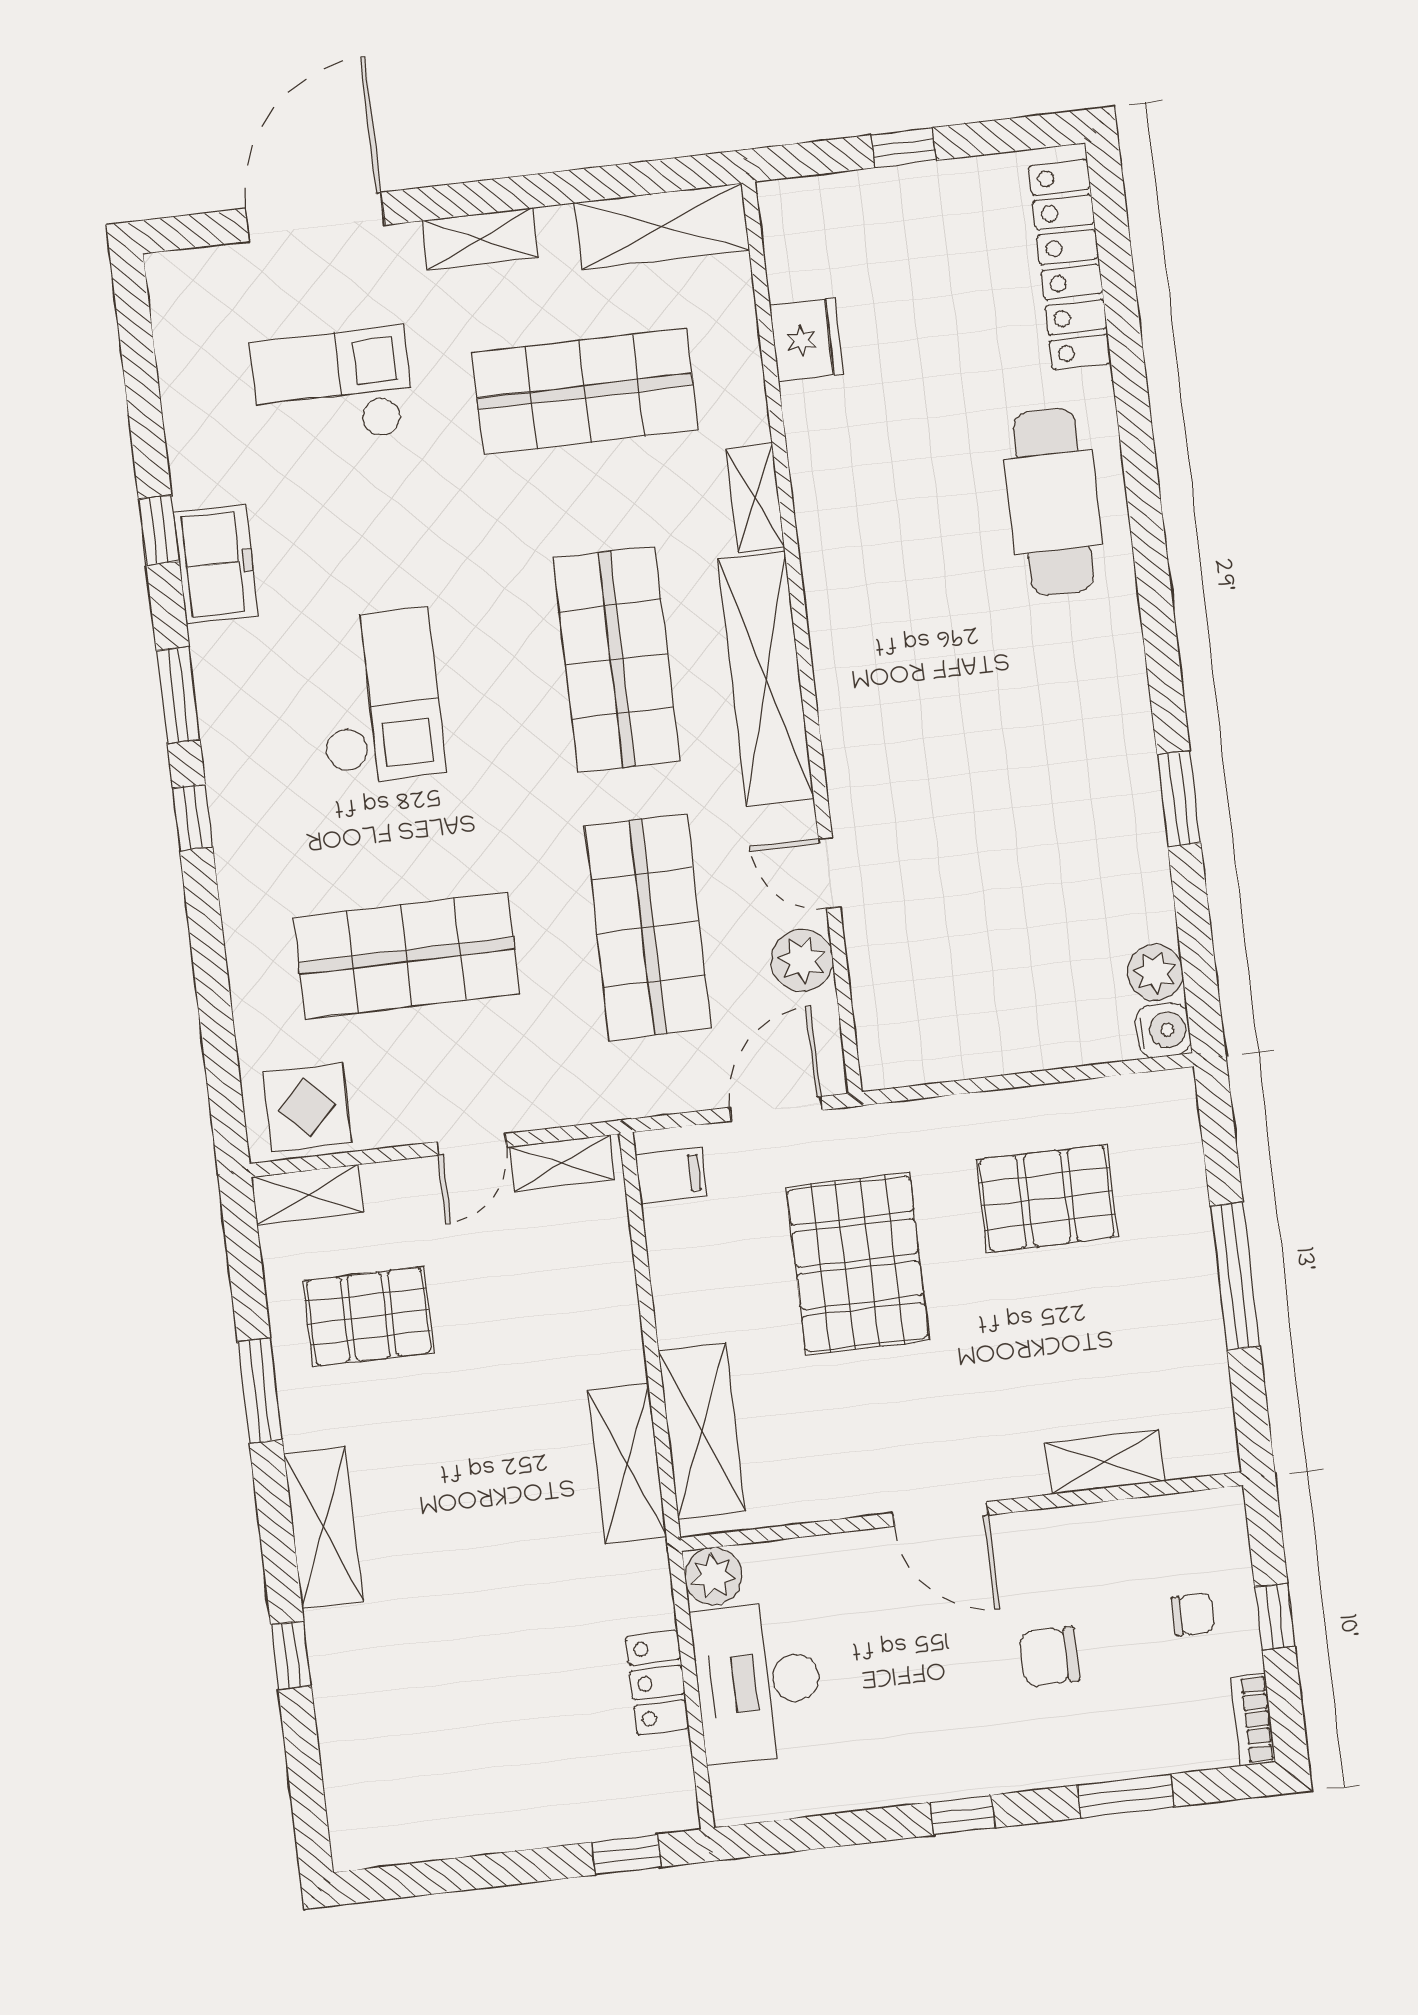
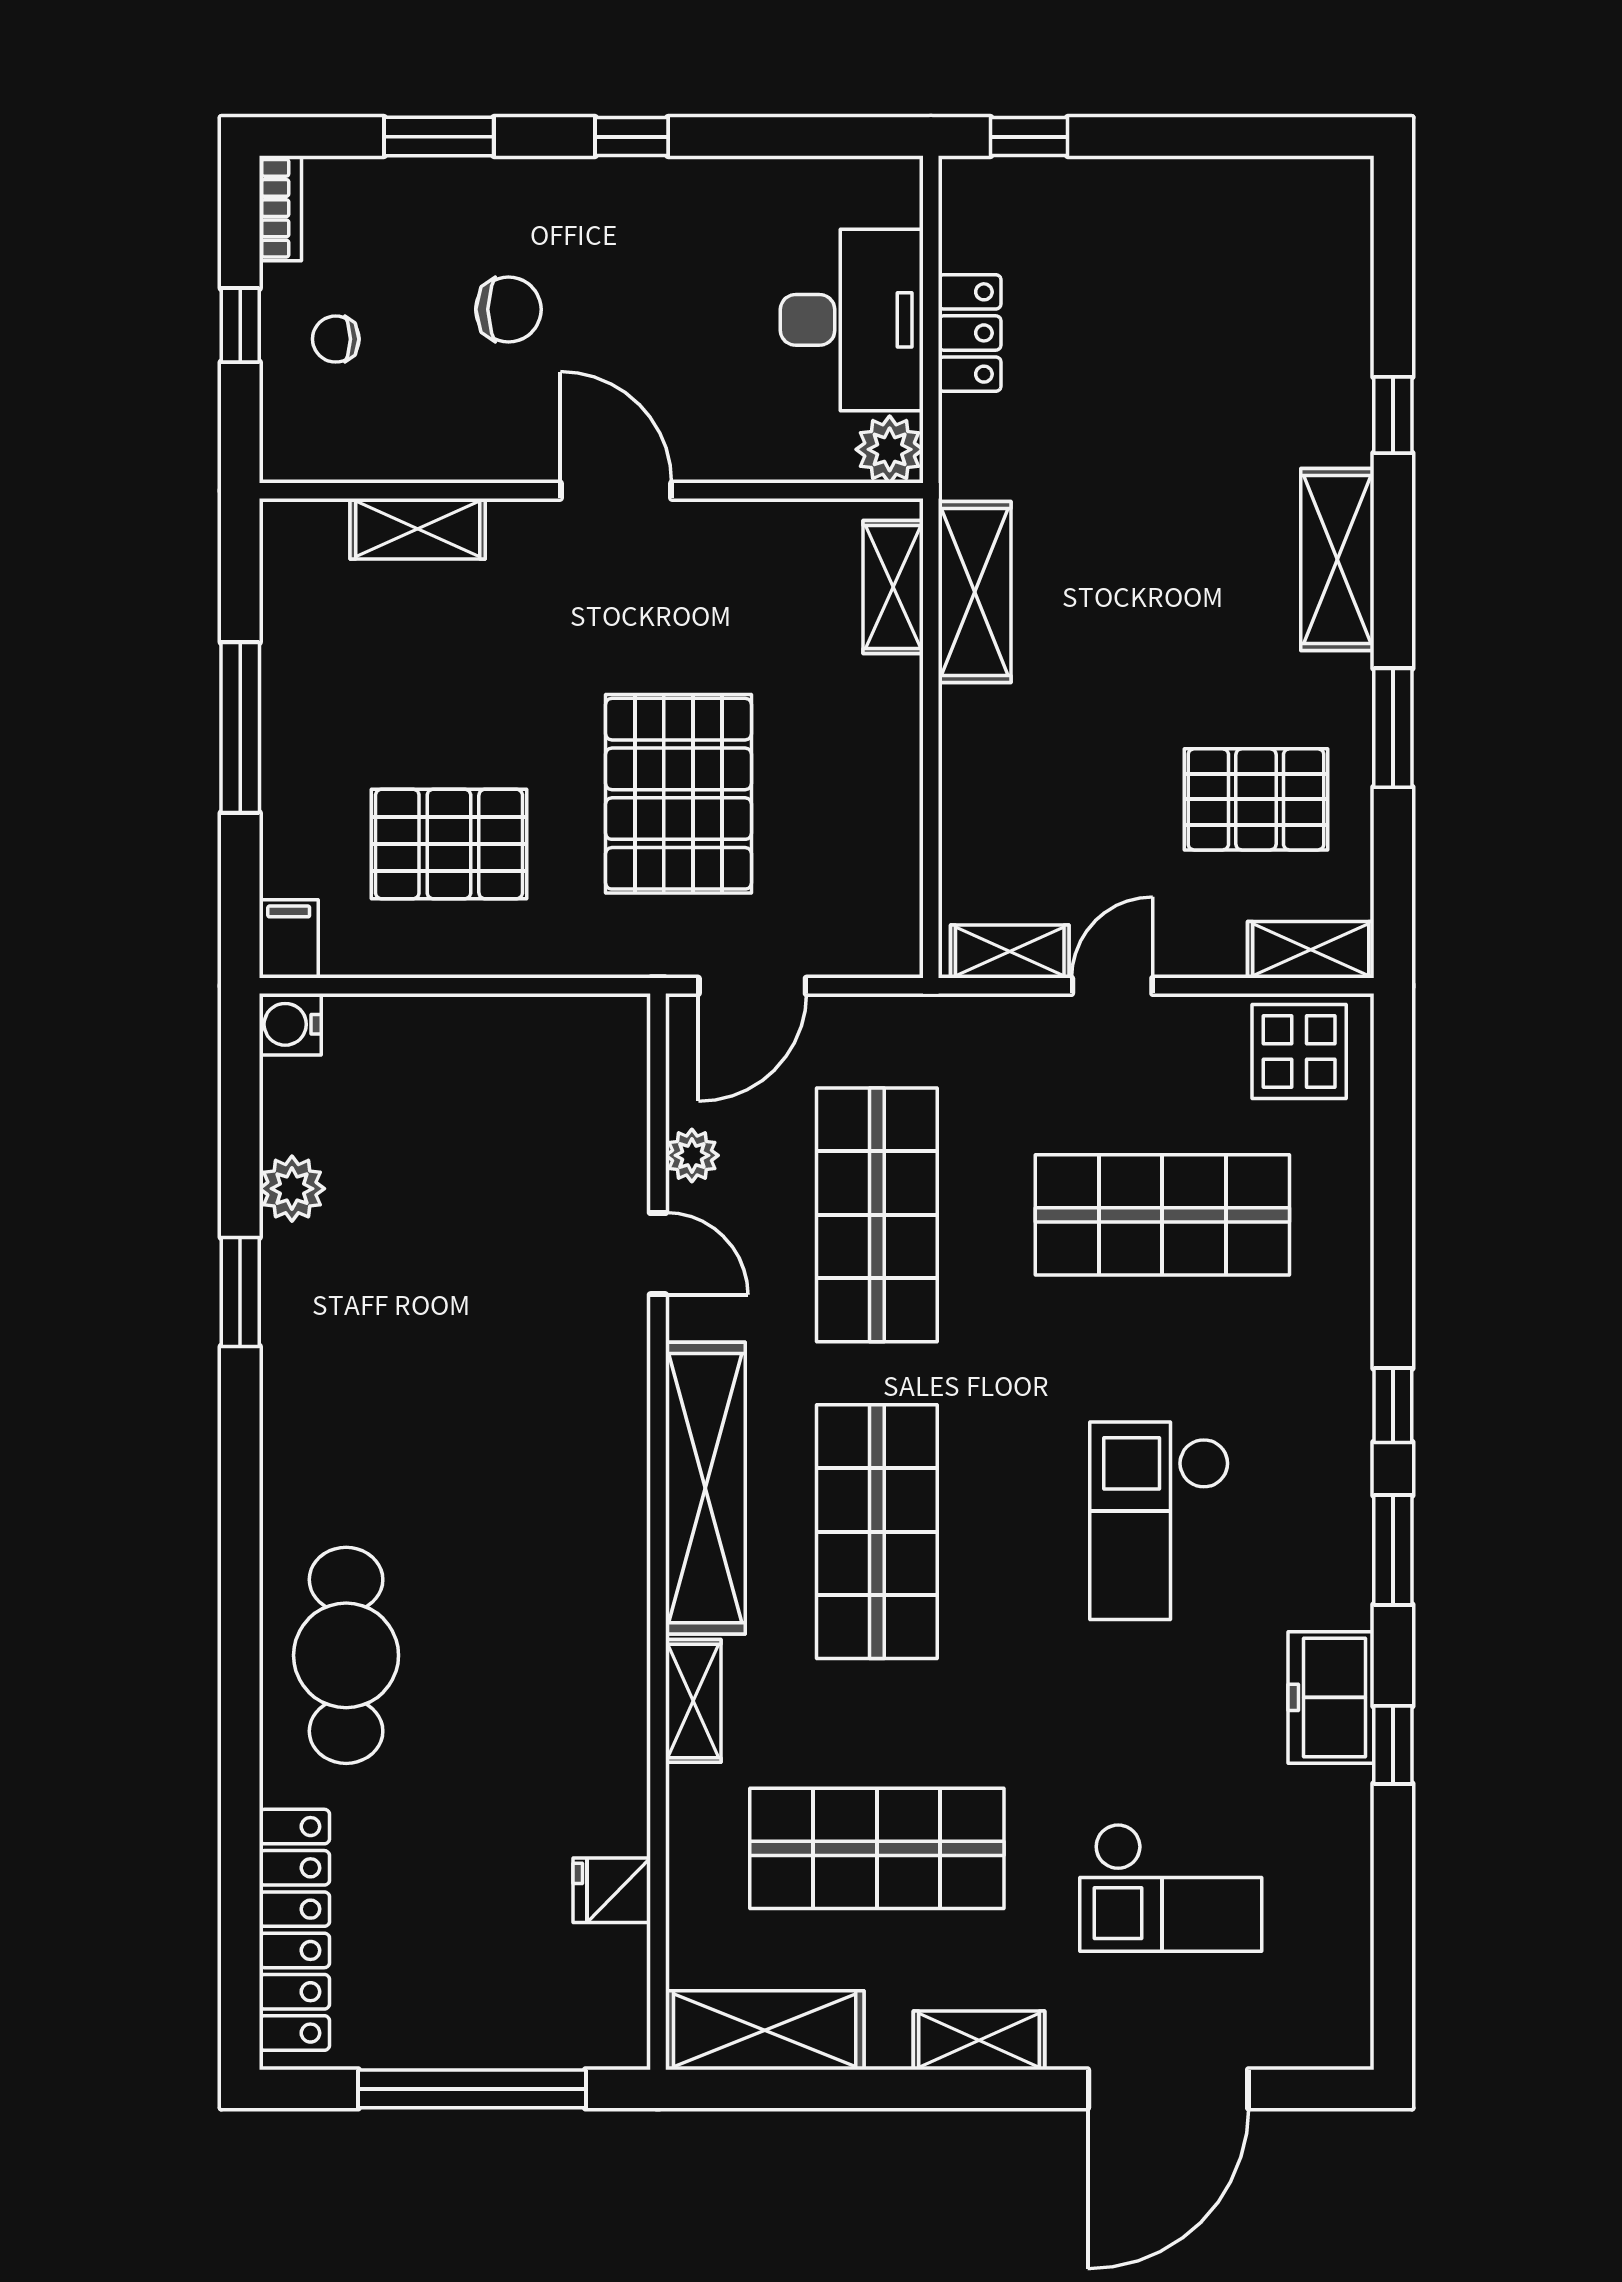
window: (904, 148) -> (472, 2089), width x3.17
fridge: (806, 340) -> (612, 1890), width x0.72
plant: (802, 960) -> (692, 1155), width x0.73, depth x0.73
plant: (1155, 972) -> (292, 1189), moved
filing cabinet: (671, 1175) -> (289, 939), moved, turned 90
shelving: (702, 1431) -> (893, 587), width x0.67, depth x0.75

